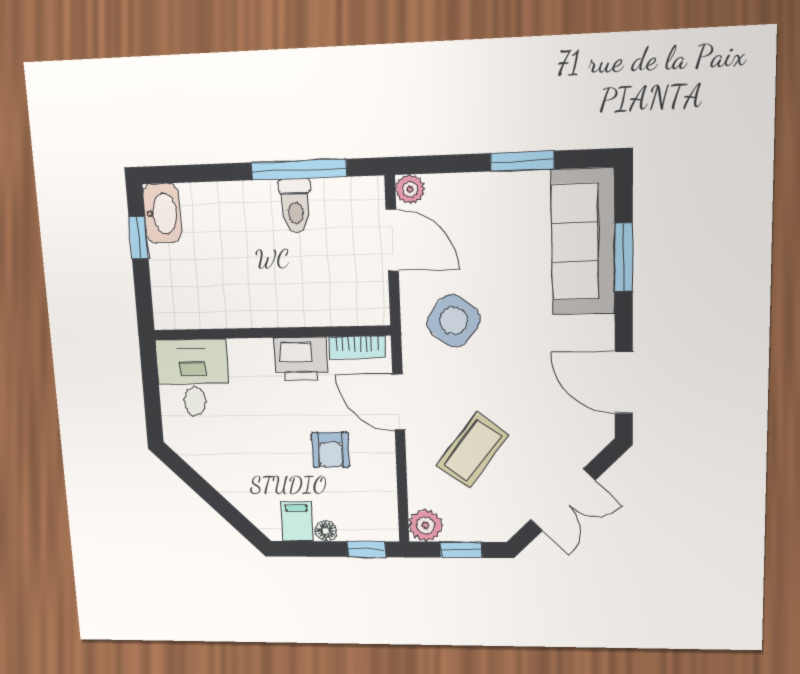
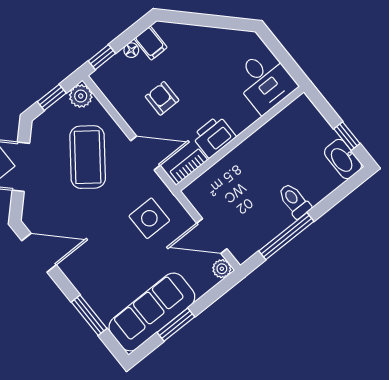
toilet: (296, 206) -> (294, 201), moved
sofa: (583, 242) -> (152, 312), moved, turned -90
side table: (454, 321) -> (149, 218), turned -38
coffee table: (473, 450) -> (88, 157), width x1.36, depth x1.32

